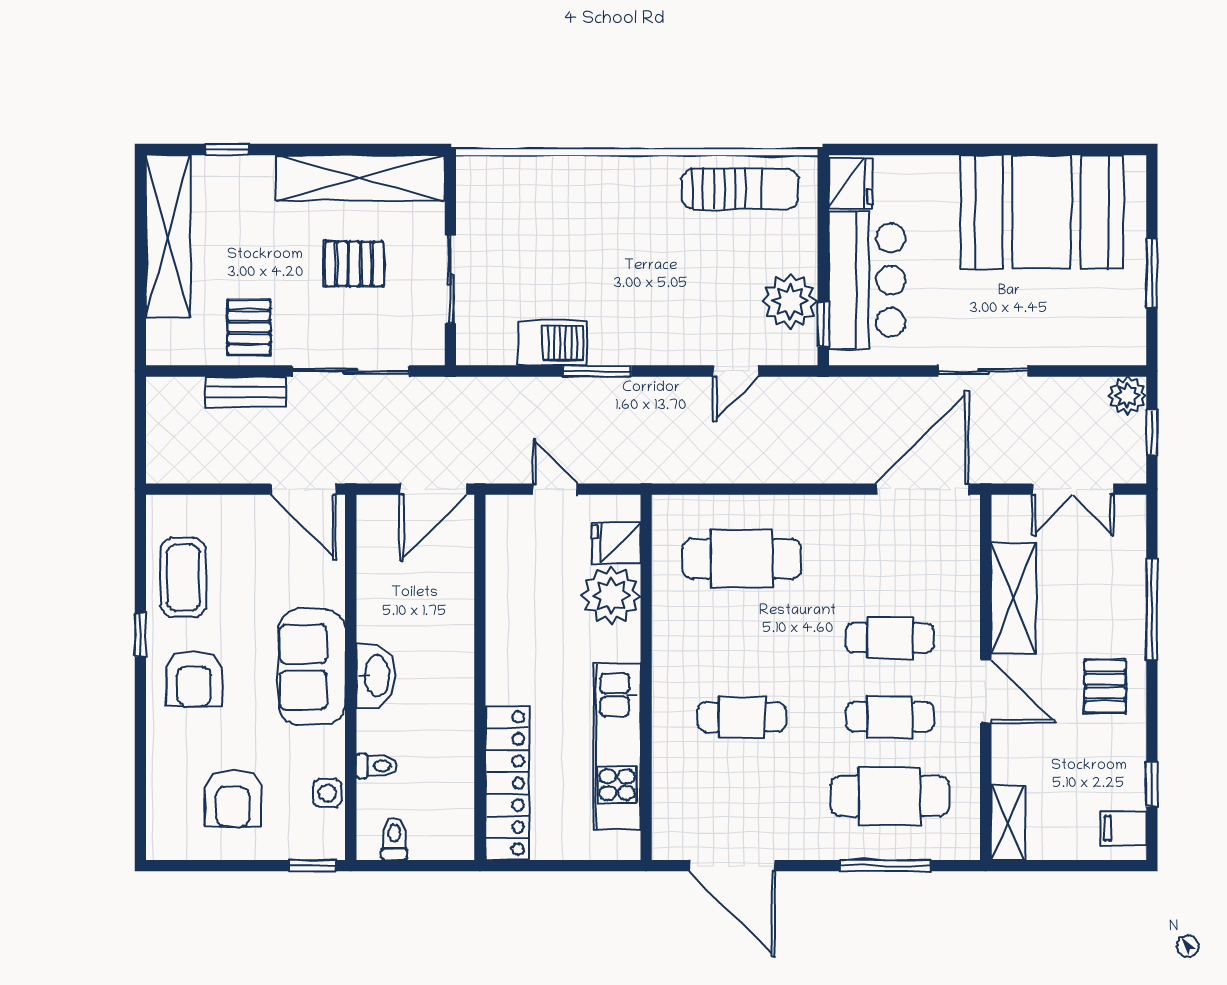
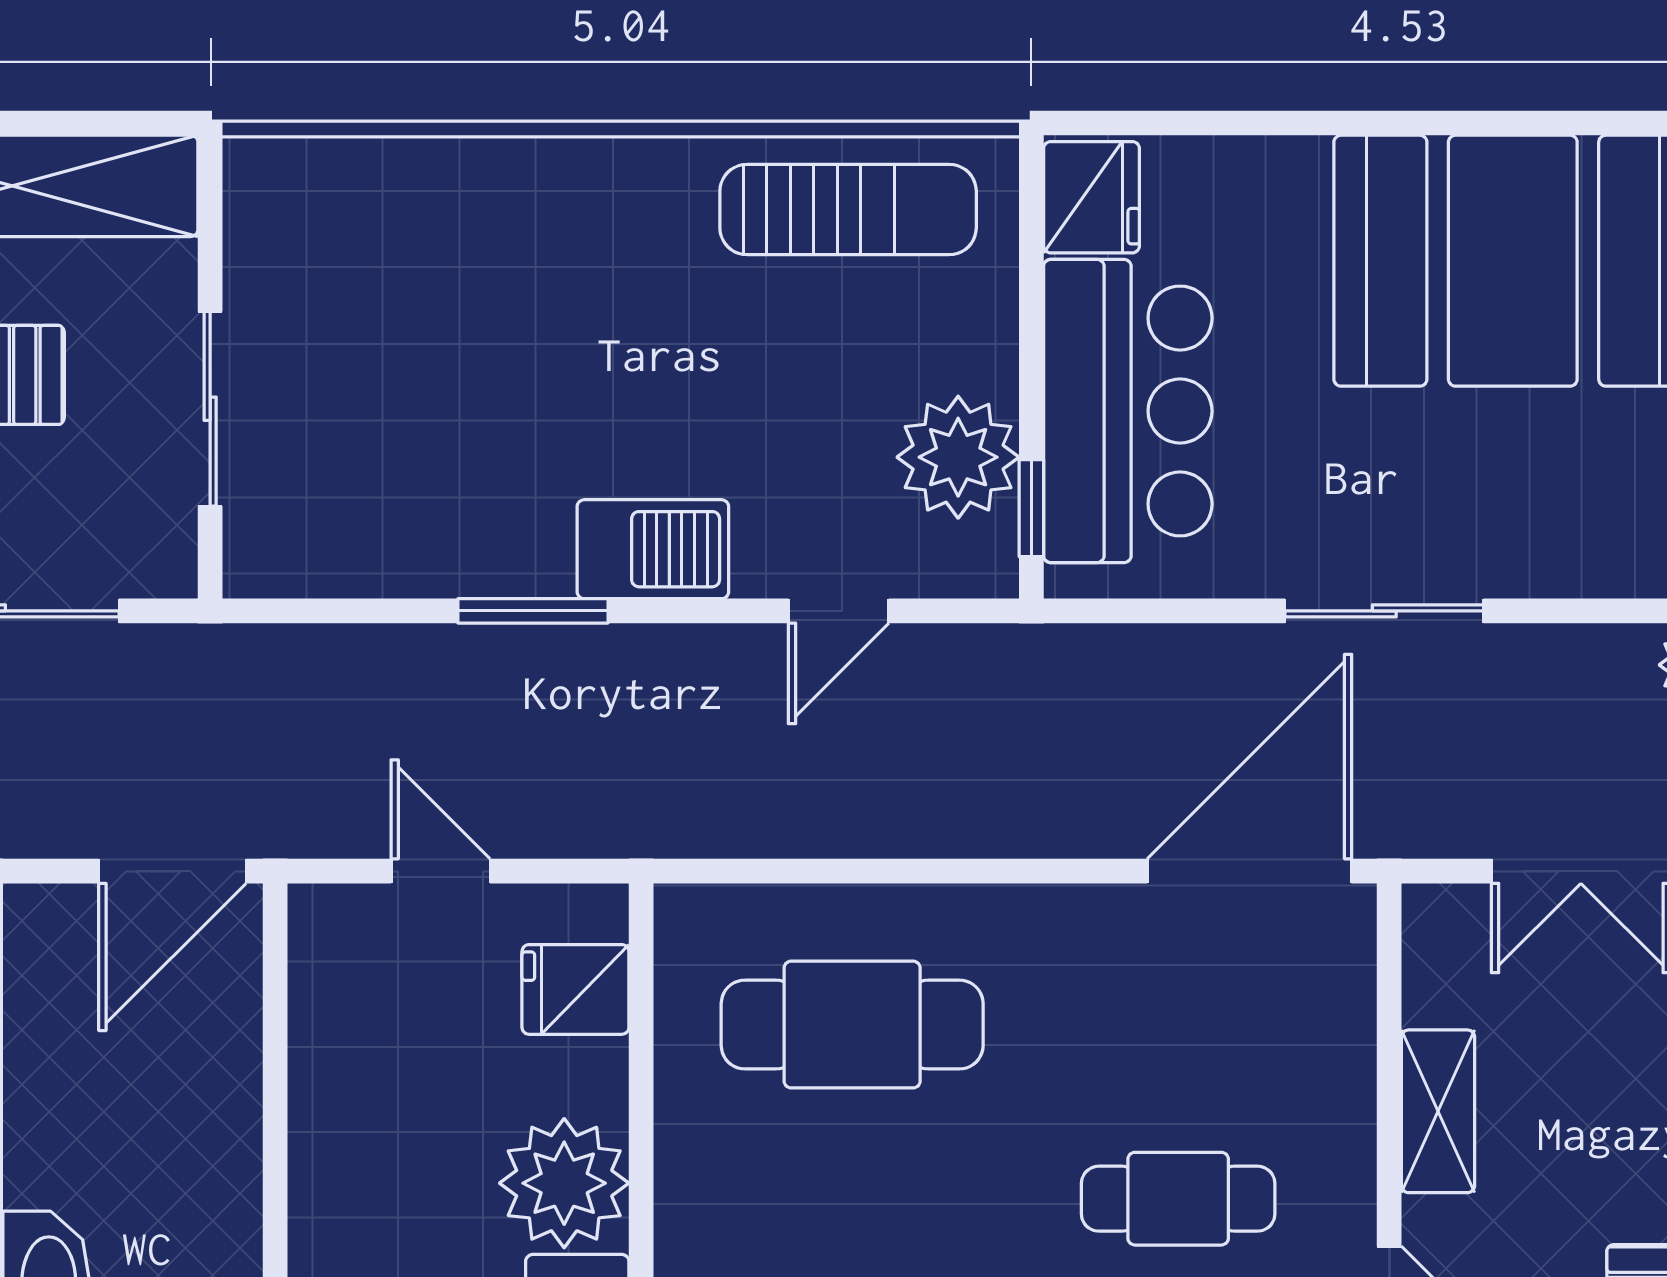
barbecue: (552, 343) -> (653, 549), moved
plant: (611, 596) -> (564, 1183), moved
shelving: (1013, 598) -> (1438, 1111), width x0.67, depth x0.75

